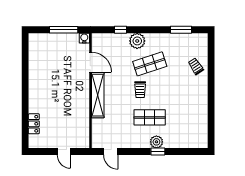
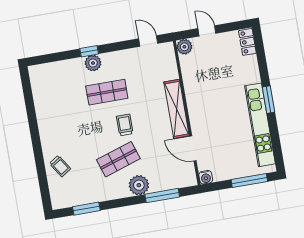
window: (64, 30) -> (249, 180), moved
window: (121, 30) -> (162, 196), width x2.17
kitchen unit: (35, 72) -> (260, 125), added
window: (25, 90) -> (269, 100), added
locker: (34, 124) -> (247, 42), moved
plant: (83, 142) -> (184, 47), added

